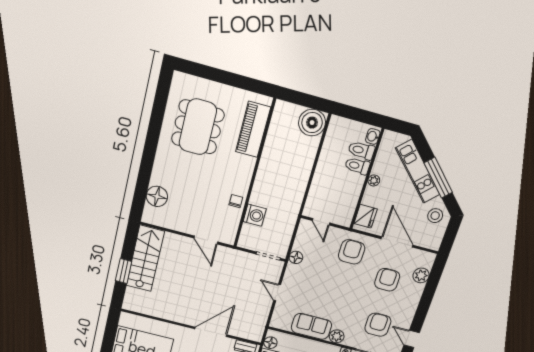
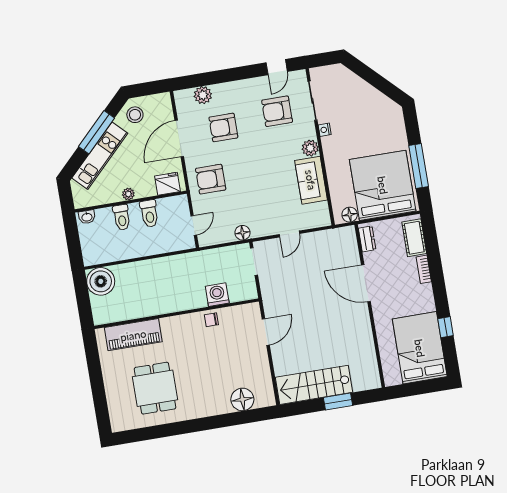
dining table: (198, 127) -> (155, 388), width x0.73
toilet: (361, 150) -> (149, 214), moved

